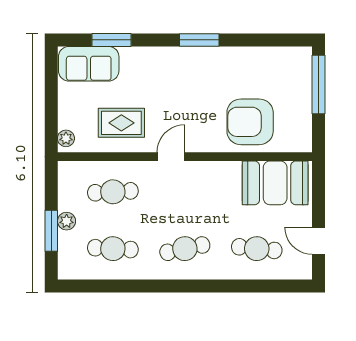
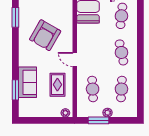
window: (199, 40) -> (15, 17), moved
sofa: (89, 64) -> (27, 82), moved
armchair: (250, 122) -> (45, 35), moved, turned 30
window: (51, 231) -> (99, 120), moved

